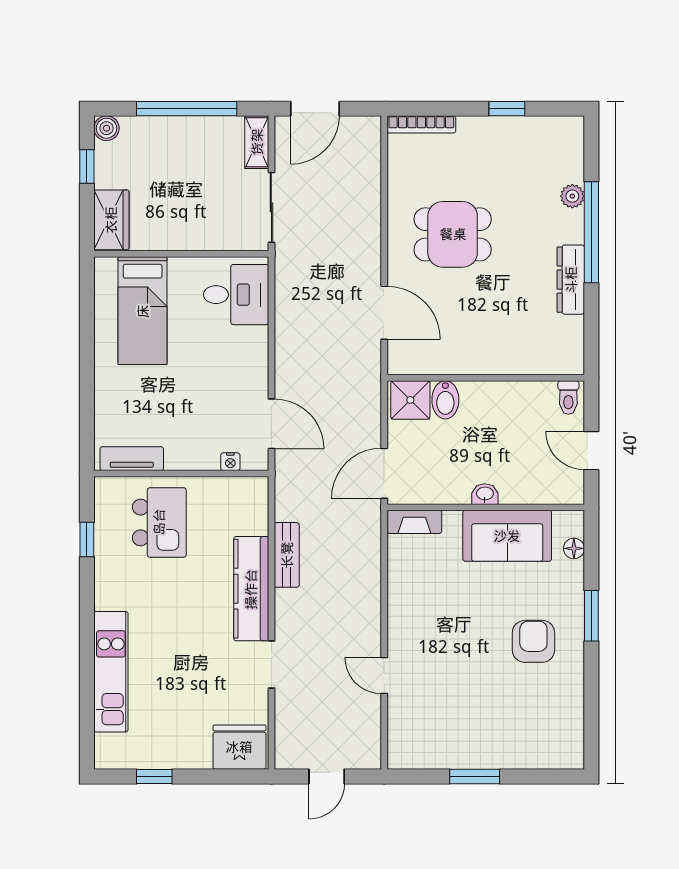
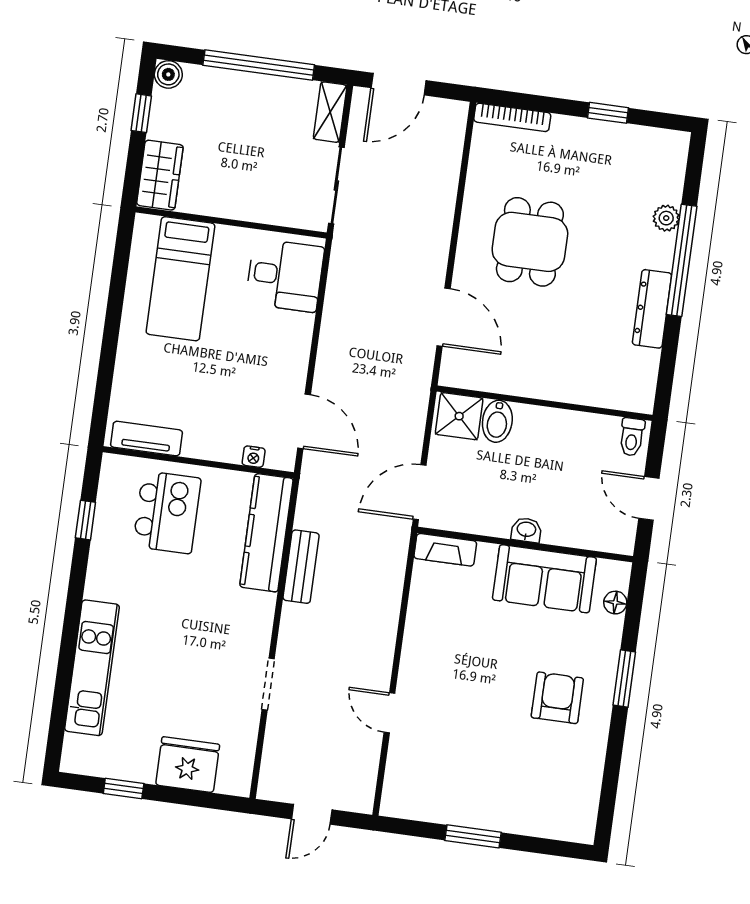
dining table: (453, 234) -> (530, 242), turned 90
kitchen counter: (251, 589) -> (266, 533), moved
fridge: (239, 747) -> (188, 765), moved

